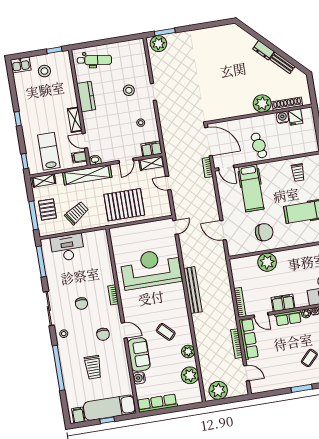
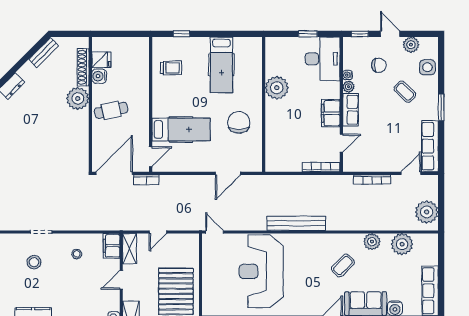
bench: (282, 63) -> (44, 53), moved
cafe table: (259, 145) -> (111, 110), moved
door: (126, 161) -> (121, 280), swing flipped
plant: (267, 262) -> (277, 88), moved
row of seats: (249, 339) -> (430, 146), moved, turned -90

